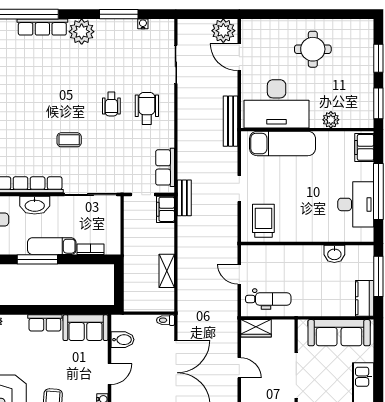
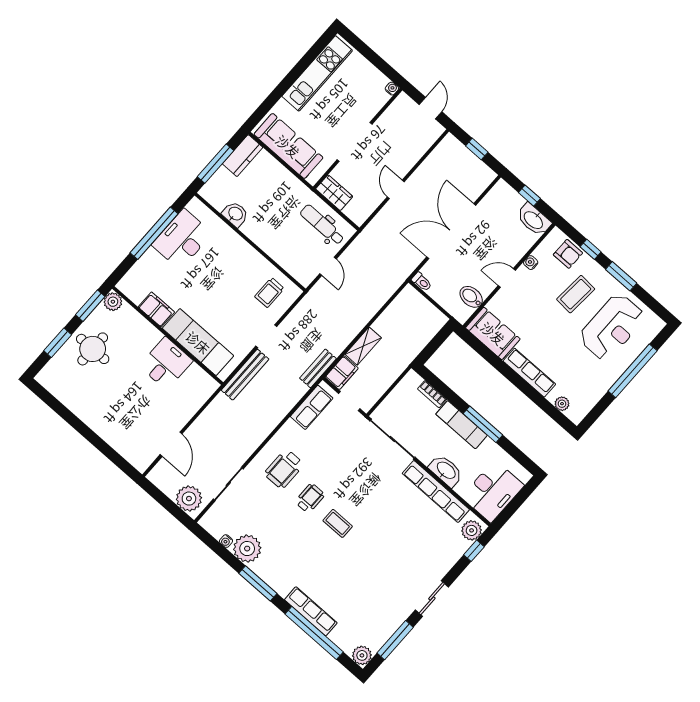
window: (119, 14) -> (258, 583), moved
plant: (223, 31) -> (189, 499), moved
plant: (82, 32) -> (247, 549), moved
round table: (313, 49) -> (93, 349), moved
desk: (277, 104) -> (166, 363), width x0.53, depth x0.77
plant: (331, 120) -> (113, 302), moved
bench: (231, 121) -> (245, 375), moved
coffee table: (69, 140) -> (338, 523), moved
filing cabinet: (364, 147) -> (156, 309), moved, turned -90
trolley: (263, 221) -> (269, 293), width x0.73, depth x0.72
shelving: (167, 271) -> (363, 346), moved
row of seats: (45, 323) -> (529, 373), width x1.48
wardrobe: (256, 328) -> (334, 193), moved

